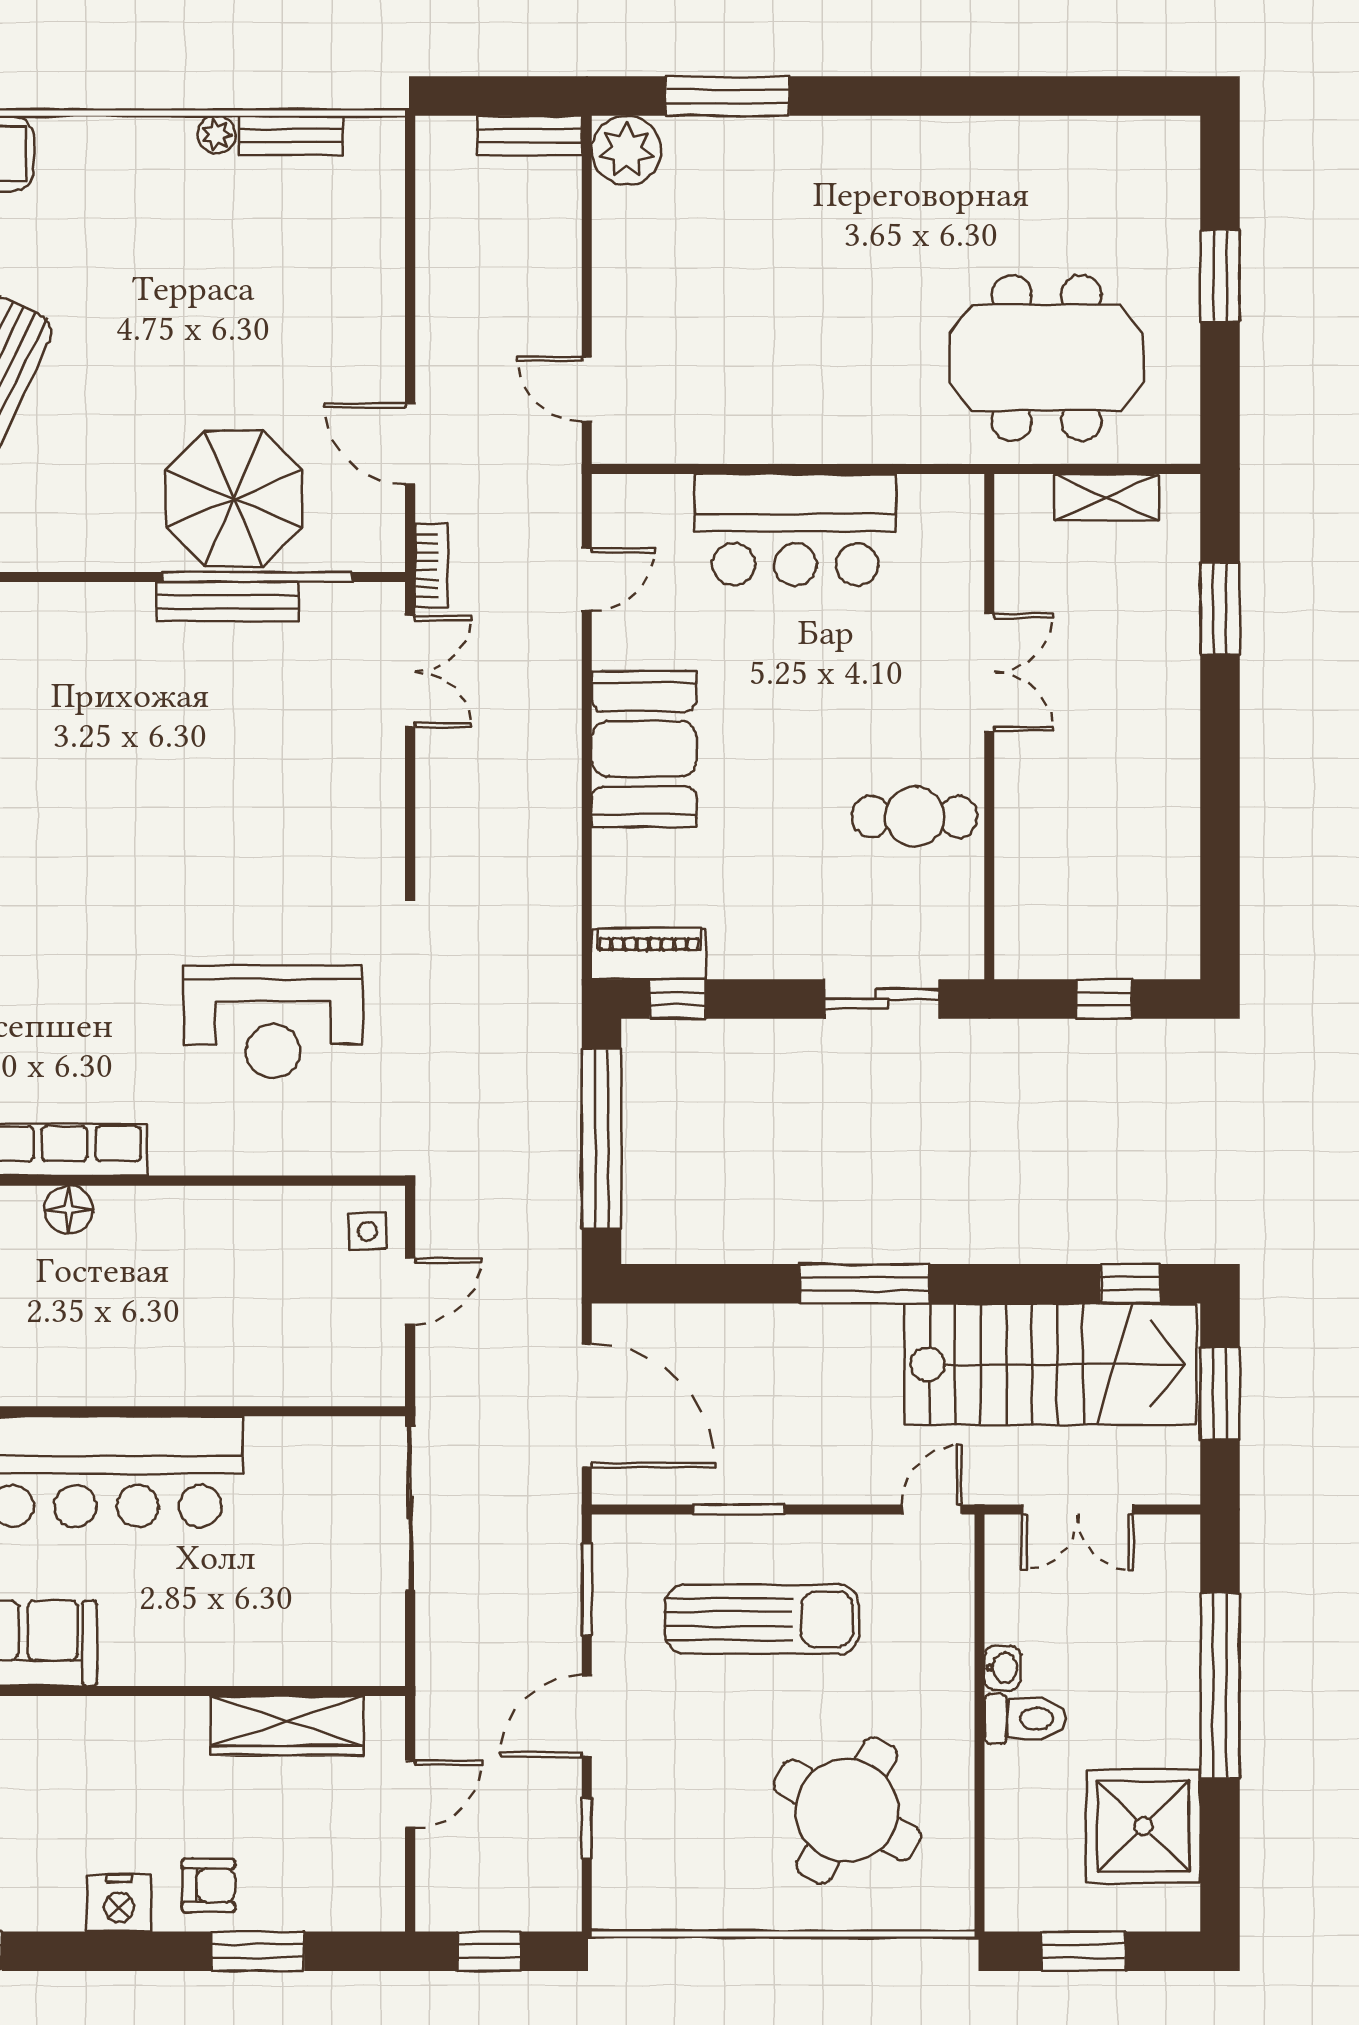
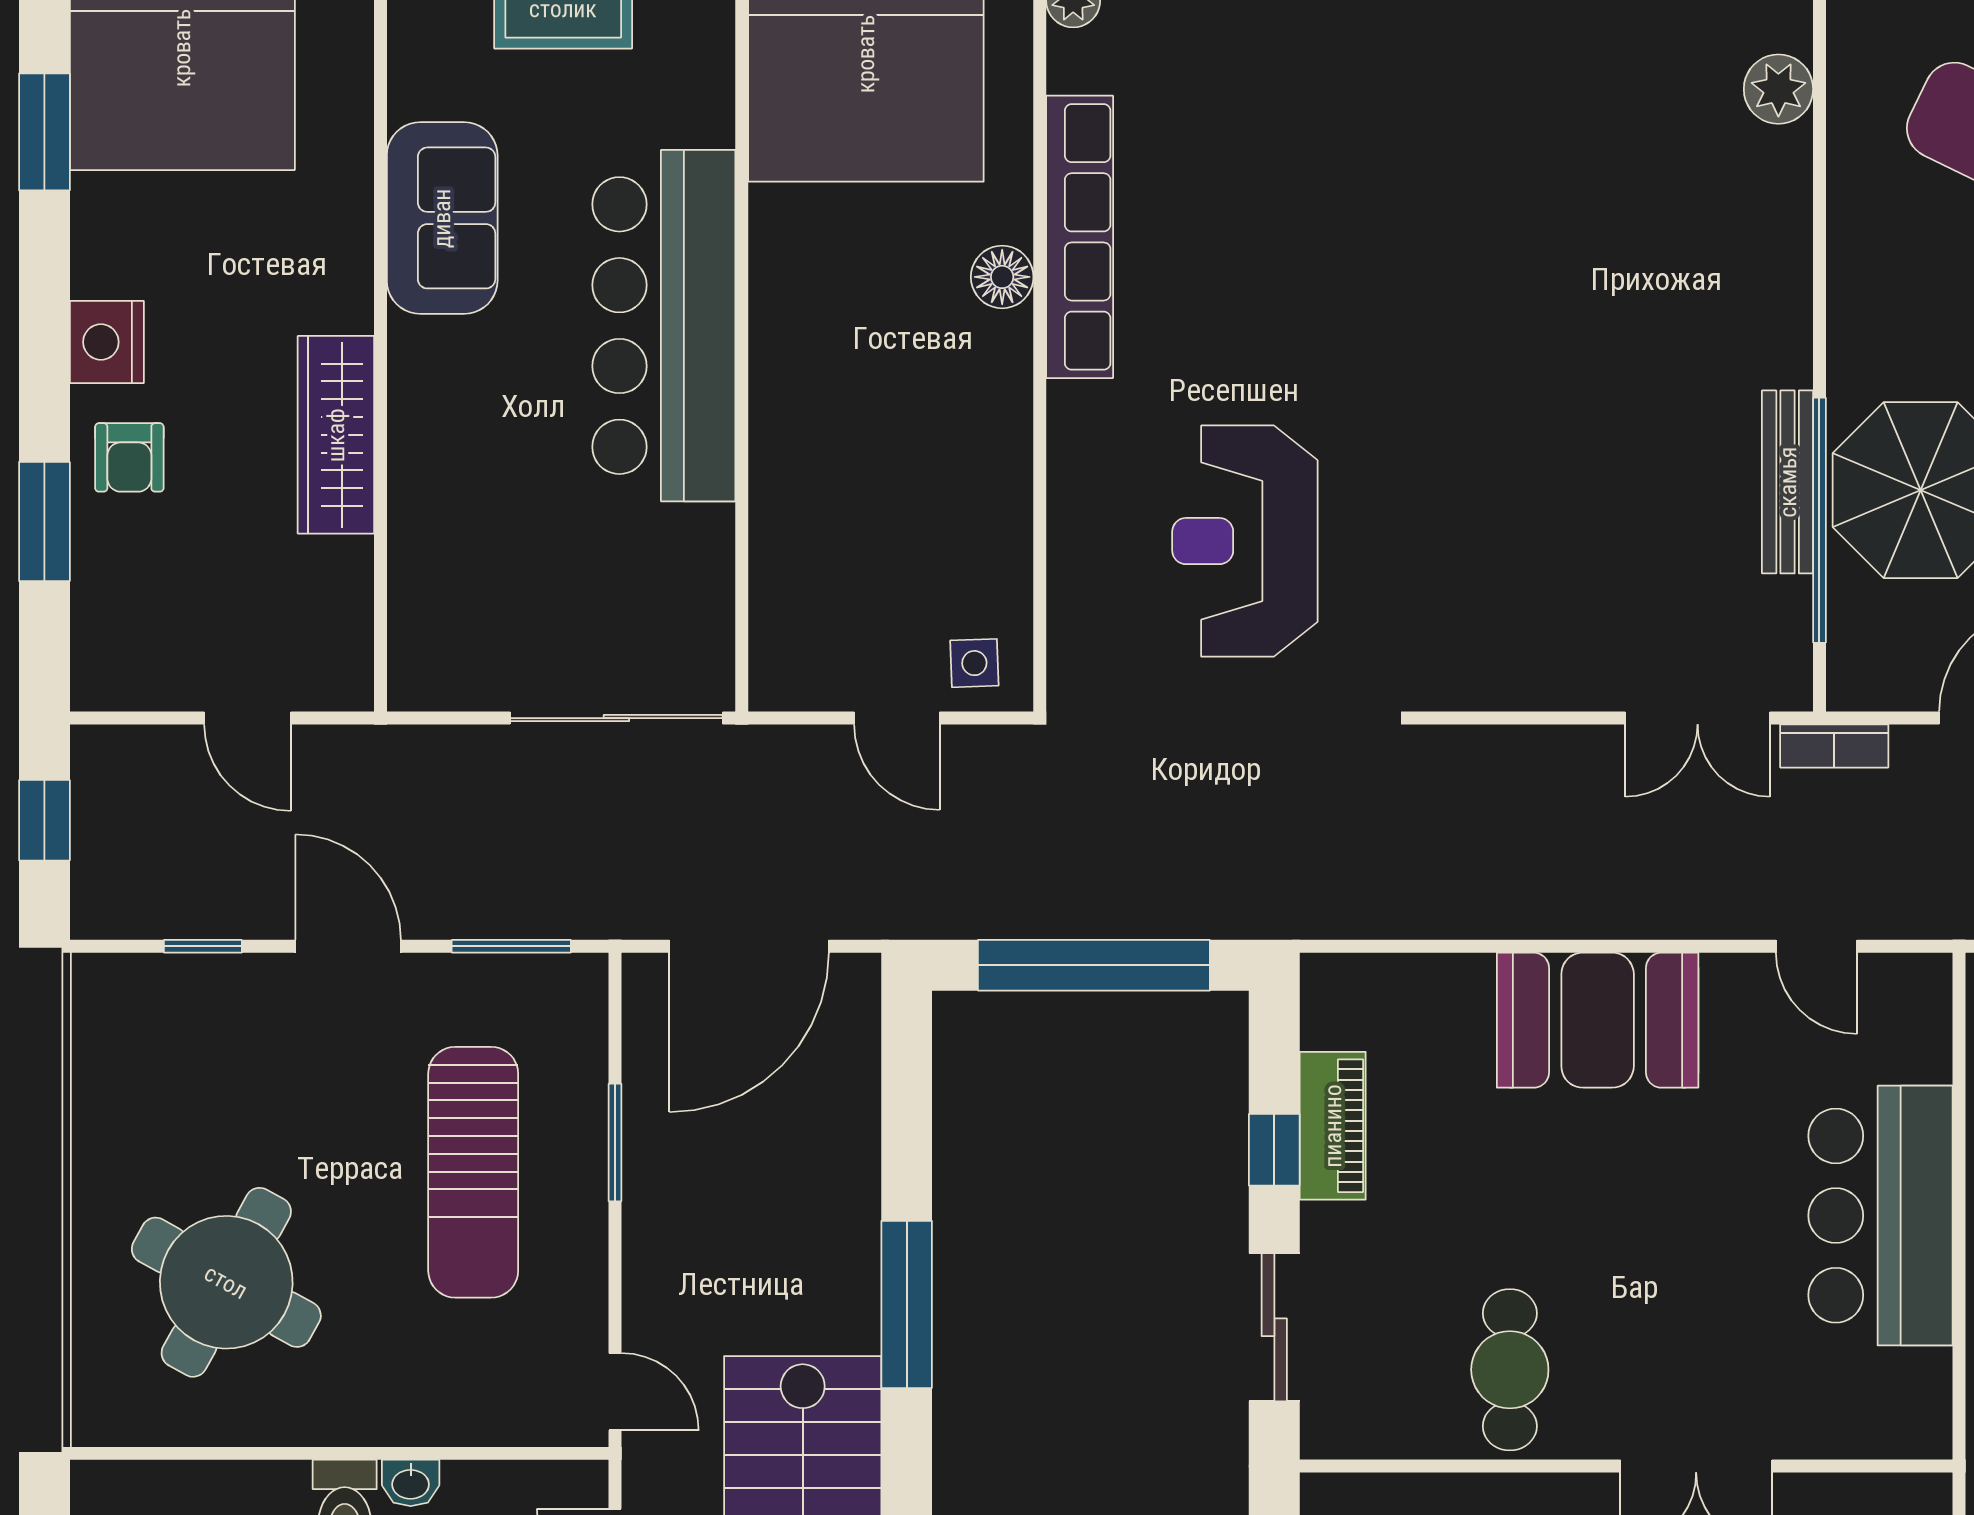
piano: (649, 954) -> (1333, 1126), moved
window: (677, 999) -> (1274, 1150), moved
wardrobe: (287, 1726) -> (336, 435), moved

